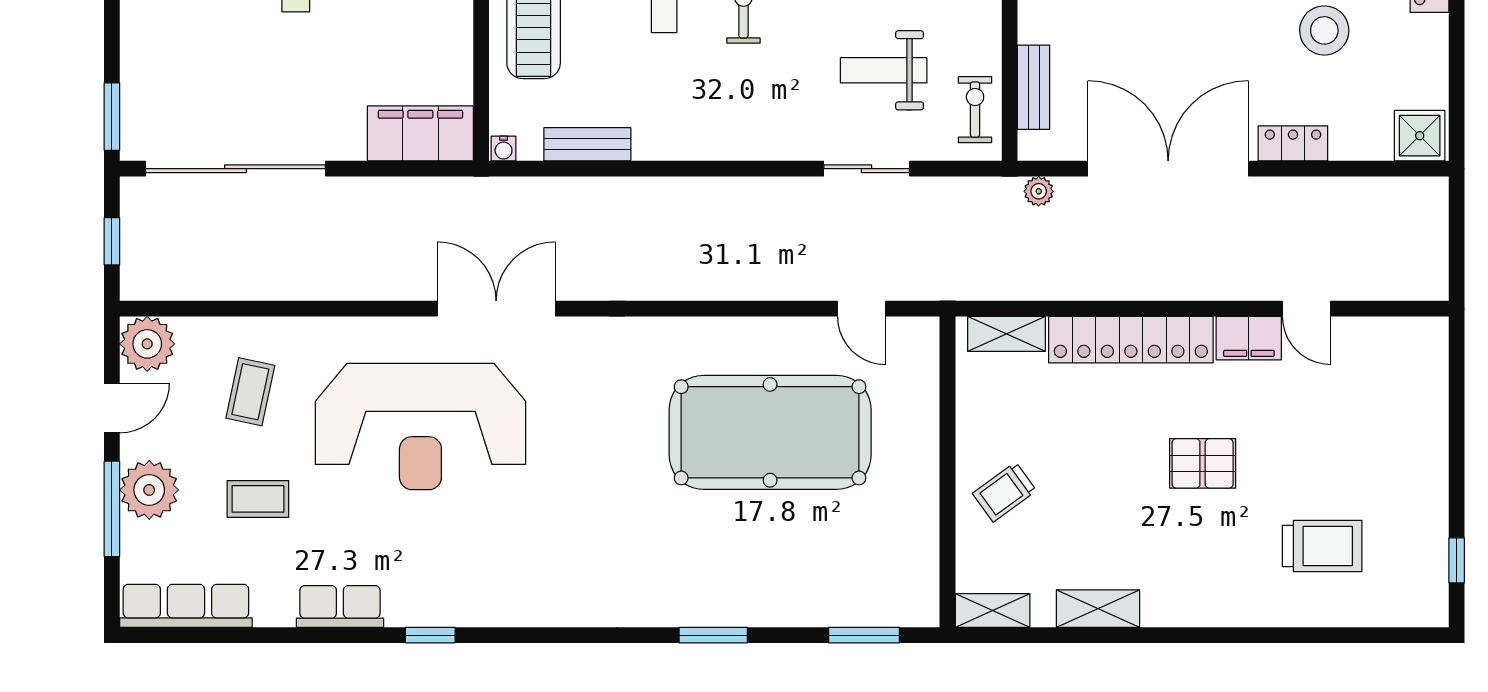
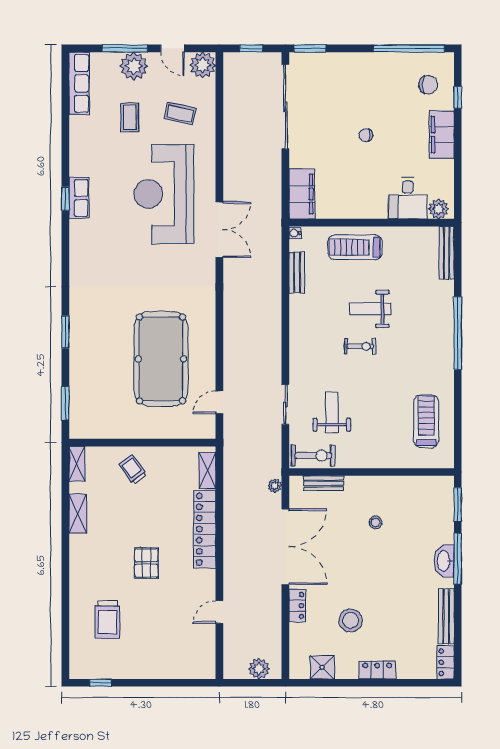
exercise bike: (975, 110) -> (313, 456), width x1.38, depth x1.39
shower: (1420, 136) -> (322, 667), moved
plant: (1427, 225) -> (259, 669), added
filing cabinet: (1249, 338) -> (205, 585), removed
row of seats: (340, 606) -> (79, 198), moved

